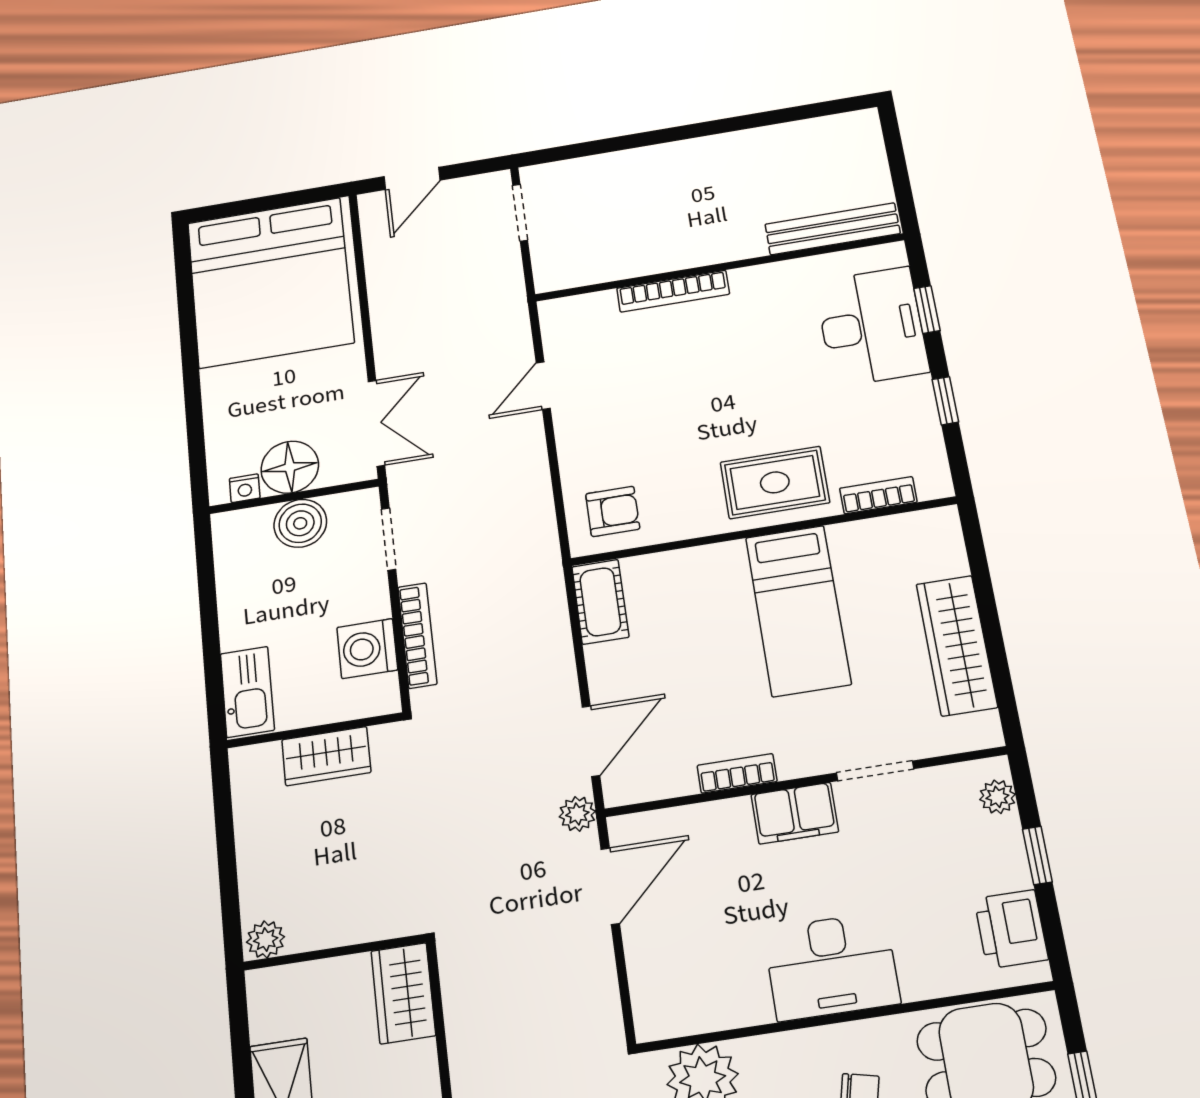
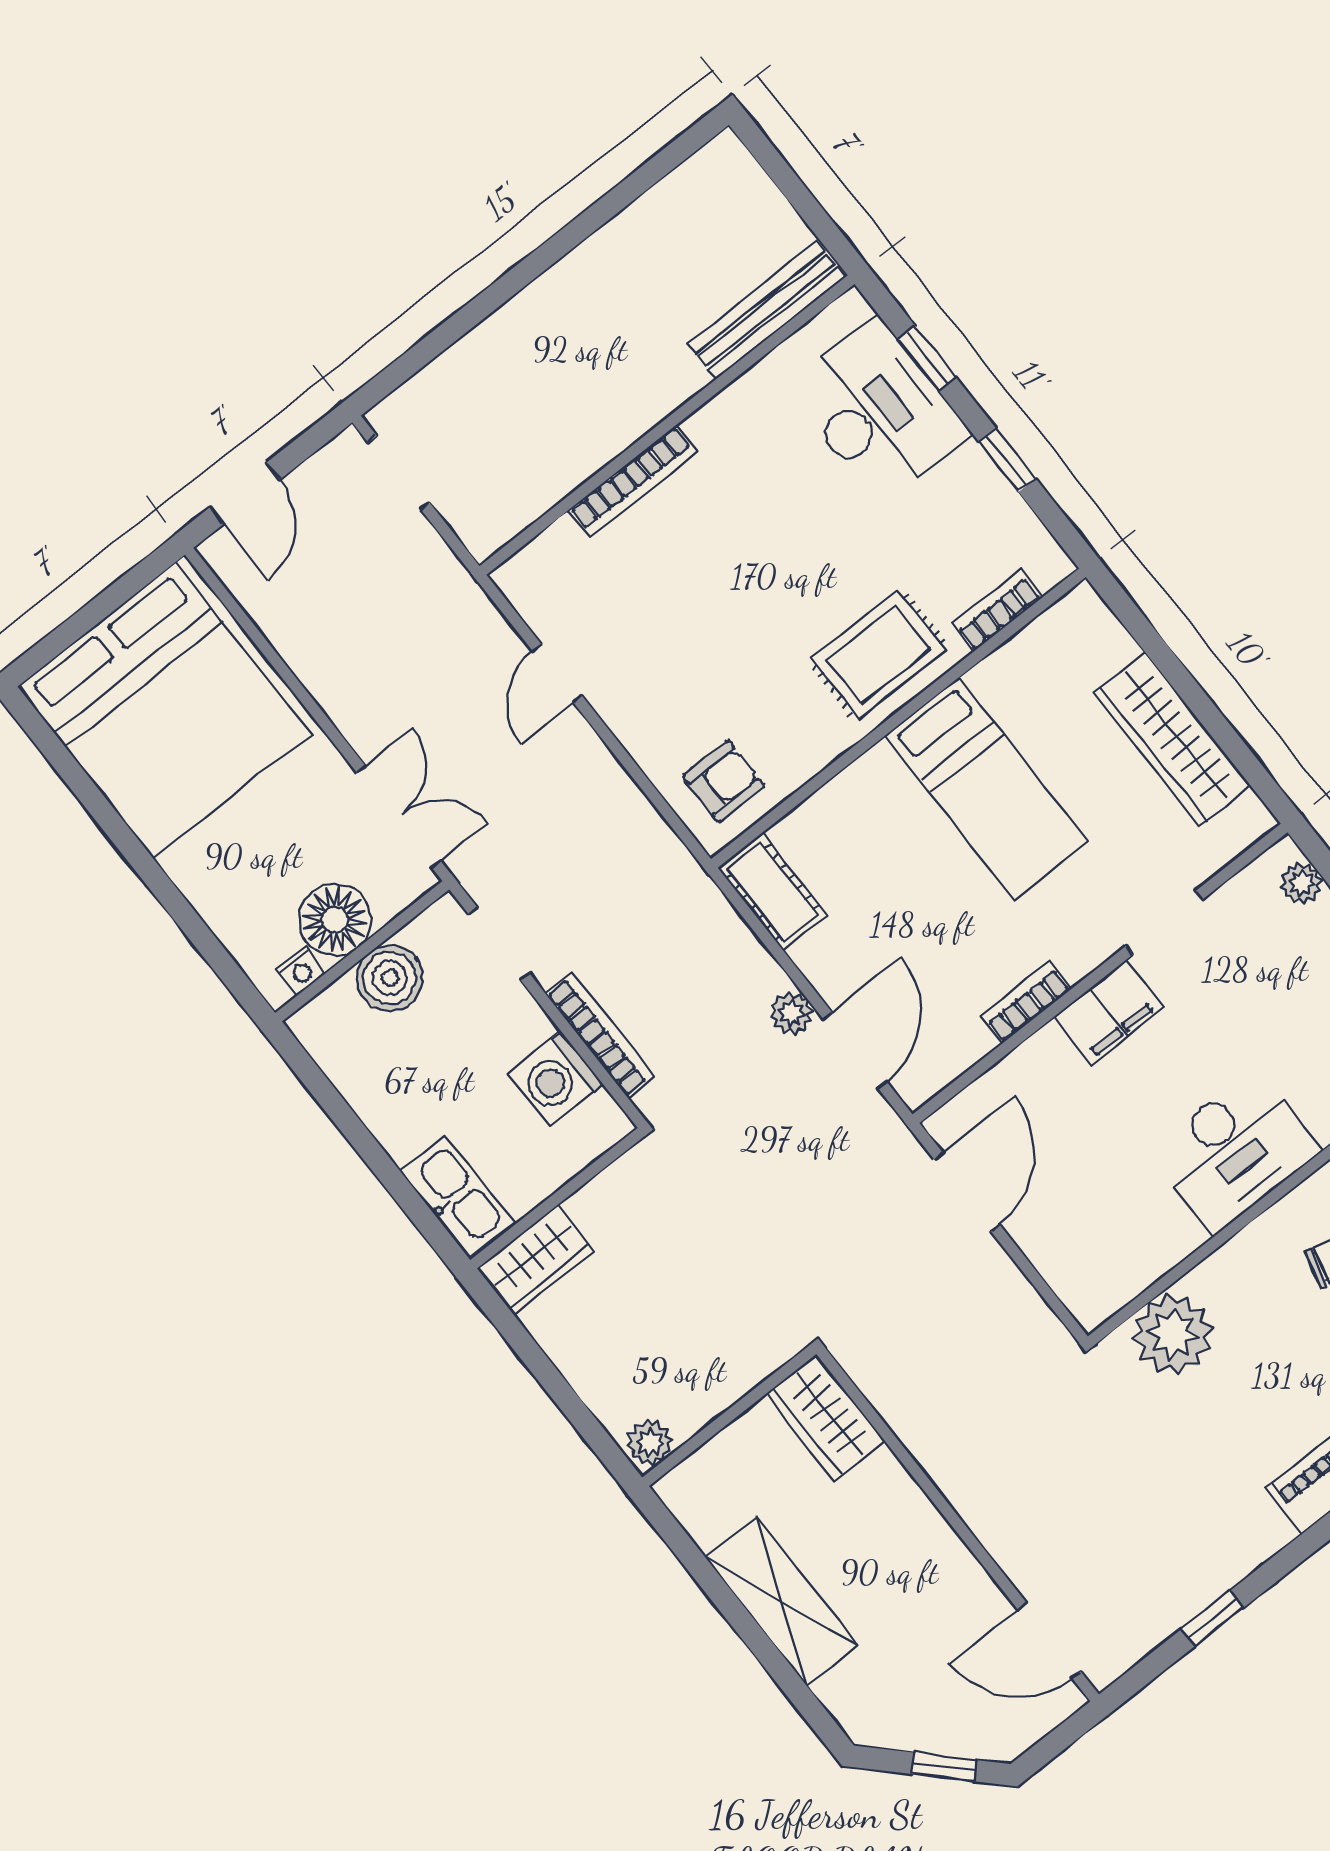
wardrobe: (326, 756) -> (536, 1260), moved
plant: (577, 814) -> (791, 1013), moved

